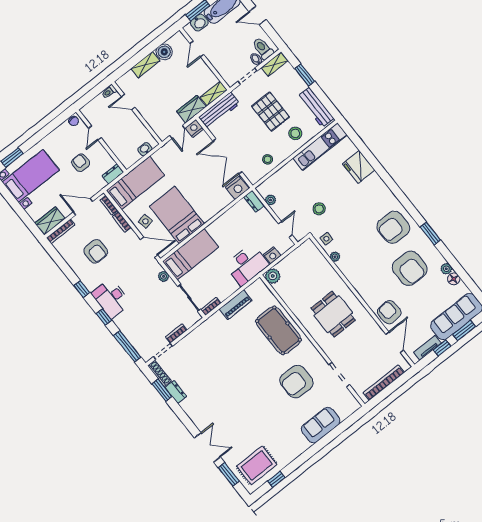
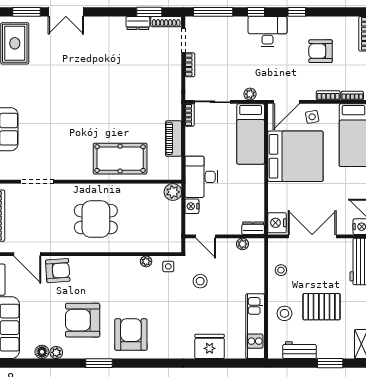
workbench: (316, 107) -> (299, 350), width x0.73
bed: (177, 215) -> (295, 156), width x1.36
armchair: (297, 381) -> (62, 138), removed

